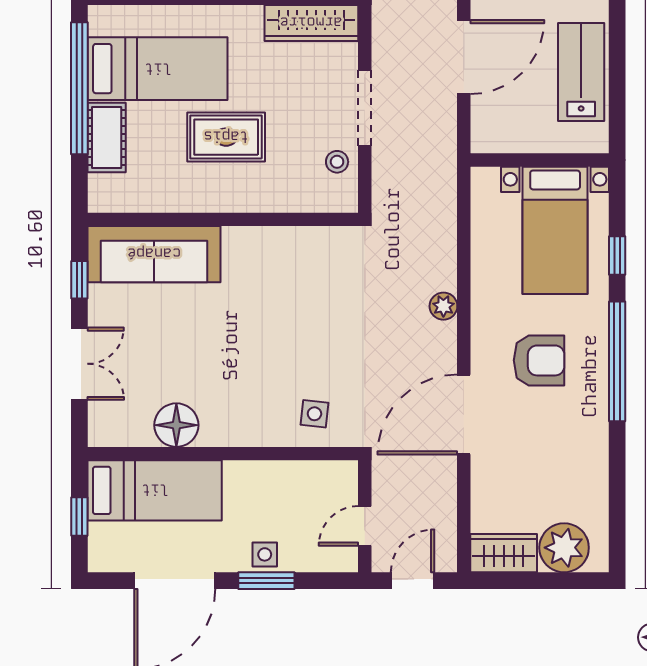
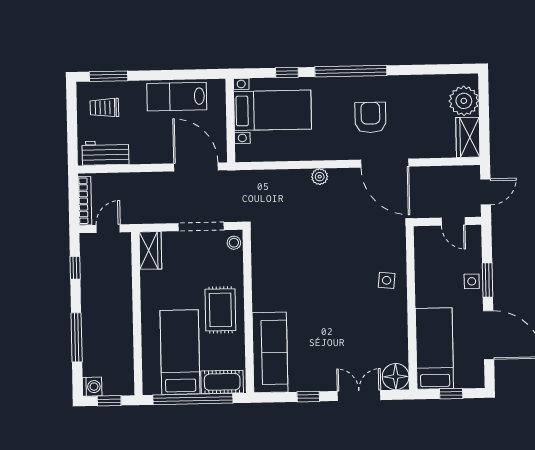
wardrobe: (311, 23) -> (150, 250), width x0.67
door: (464, 57) -> (196, 167), moved
wall: (223, 219) -> (248, 311), moved
sofa: (154, 254) -> (270, 352), moved
armchair: (539, 360) -> (370, 117), moved
side table: (314, 414) -> (387, 280), moved
floor lamp: (176, 425) -> (396, 377), moved
door: (413, 581) -> (486, 192), swing flipped

